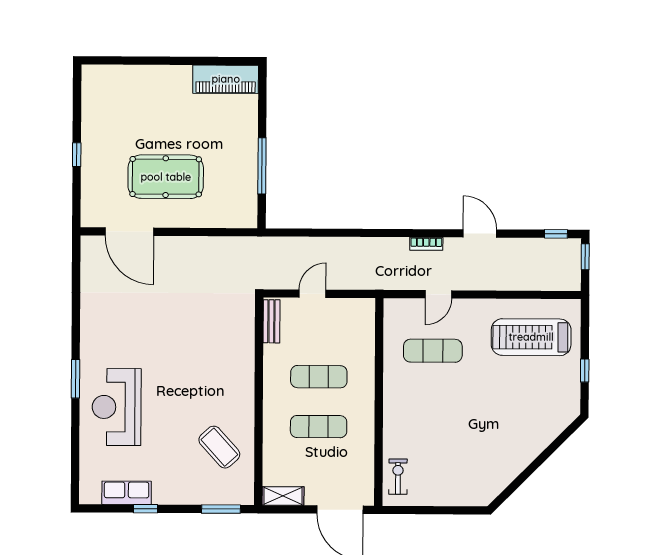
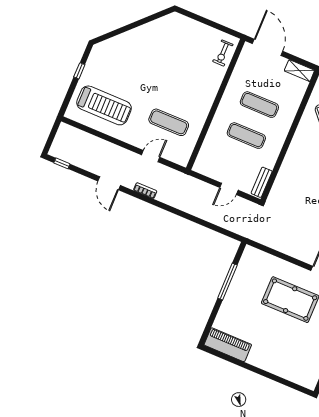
window: (585, 257) -> (50, 142), removed

